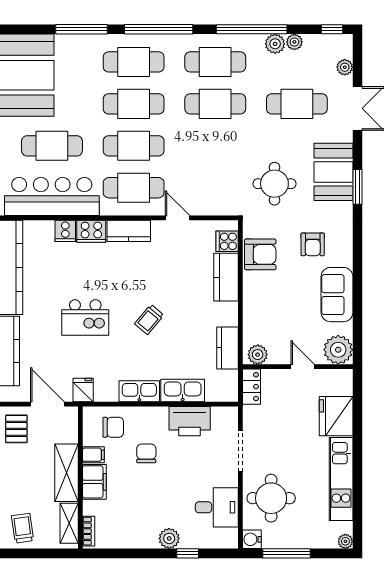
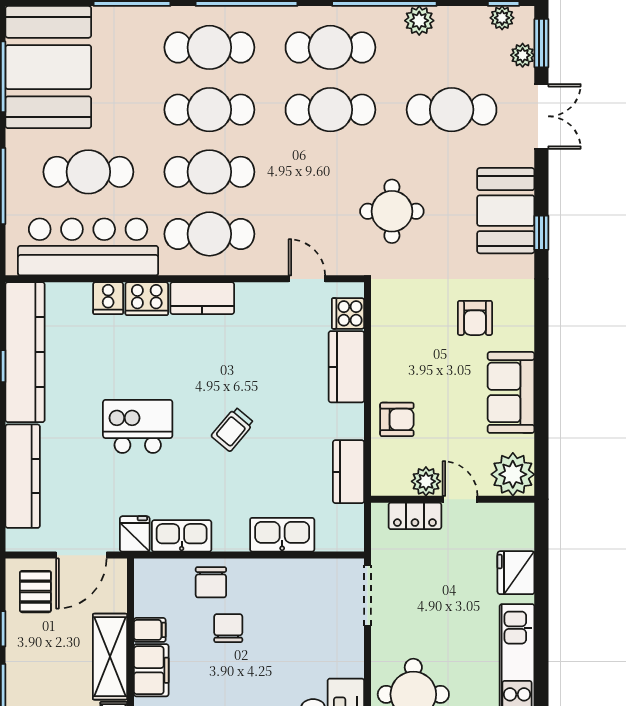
plant: (294, 42) -> (502, 18), moved
window: (357, 59) -> (541, 43), added
round table: (274, 184) -> (392, 211), moved
window: (357, 187) -> (541, 233), width x0.67
door: (177, 218) -> (307, 279), moved
armchair: (260, 254) -> (397, 419), moved, width x0.72, depth x0.72
kitchen island: (85, 317) -> (138, 426), turned 180
plant: (258, 355) -> (426, 481), moved
locker: (251, 387) -> (415, 516), moved, turned 90
kitchen sink: (139, 391) -> (182, 536), moved
door: (47, 404) -> (81, 555), swing flipped
fridge: (336, 416) -> (516, 573), width x0.73, depth x0.75
printer: (190, 421) -> (292, 580), removed
chair: (113, 427) -> (211, 582), moved, turned 90
doorway: (240, 451) -> (368, 596), moved

